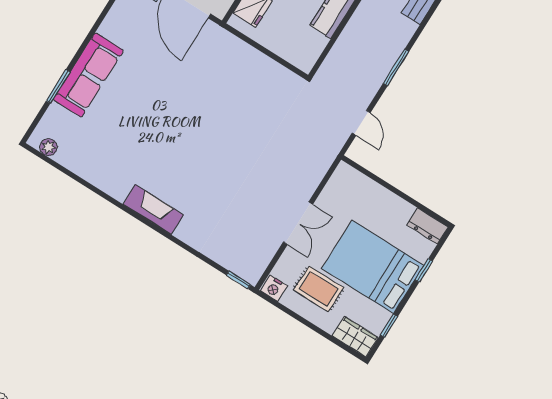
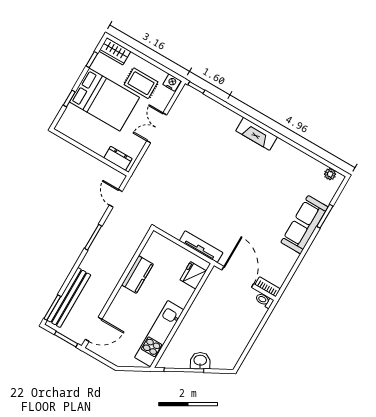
tv unit: (240, 48) -> (201, 247), added
dresser: (427, 226) -> (118, 158), moved

